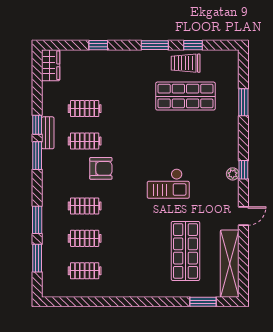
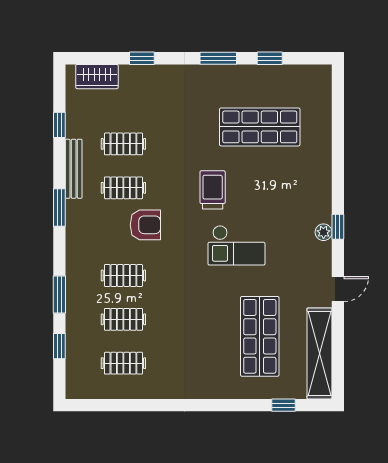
trolley: (186, 63) -> (213, 190), moved, turned 90
wardrobe: (51, 65) -> (97, 77), moved, turned 90
window: (243, 102) -> (338, 135), removed
window: (37, 125) -> (59, 125), moved
bench: (48, 133) -> (74, 169), width x1.36
window: (37, 258) -> (59, 346), width x0.67
window: (203, 302) -> (283, 405), width x0.67

